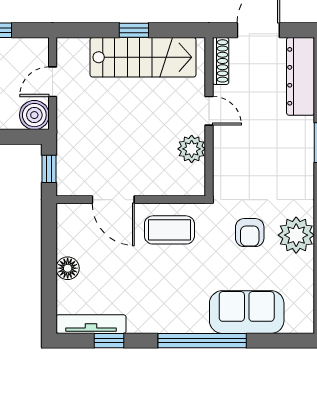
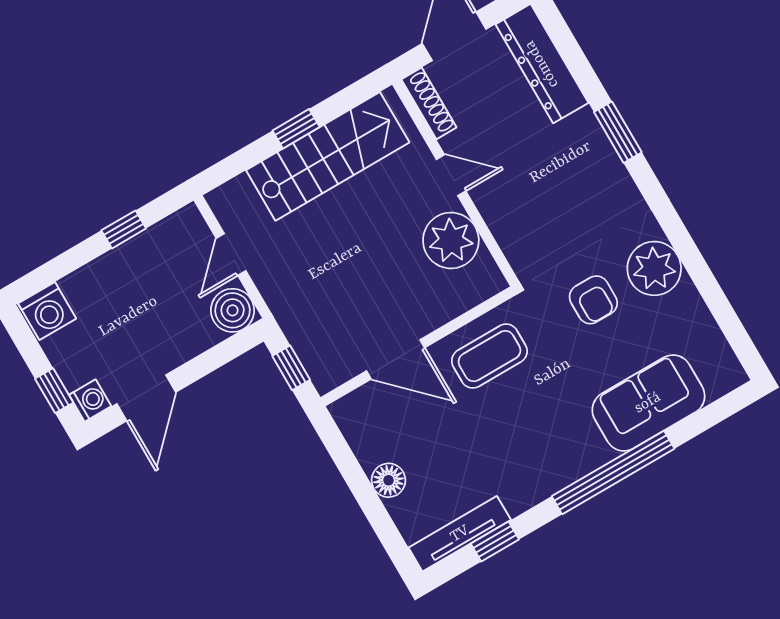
plant: (192, 149) -> (451, 240), width x1.36, depth x1.36

